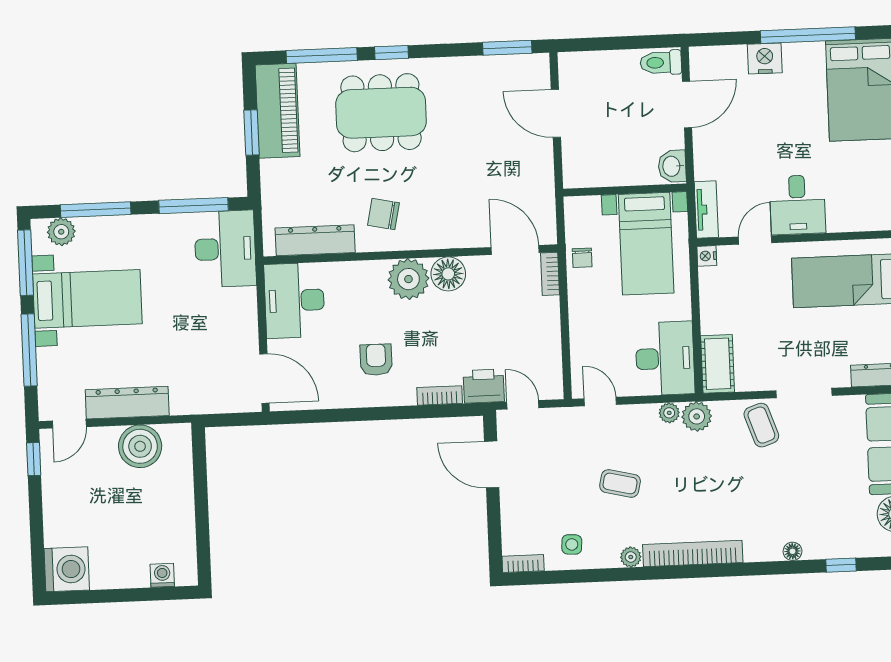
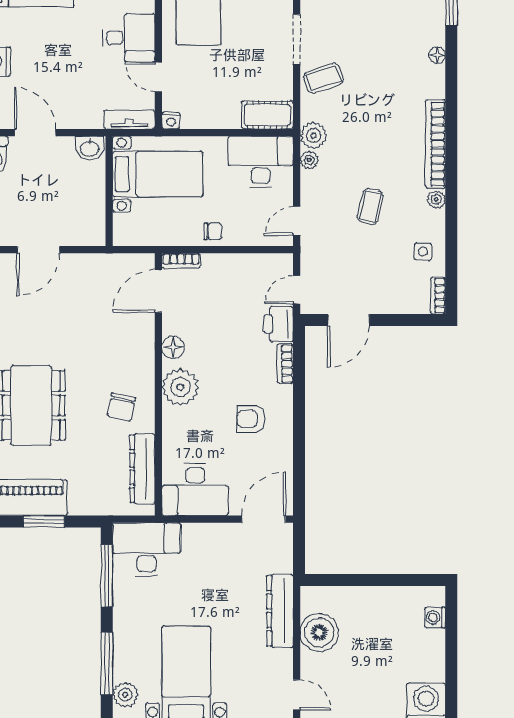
chair: (582, 258) -> (213, 231), moved
floor lamp: (448, 274) -> (173, 347), width x0.73, depth x0.73
dresser: (127, 403) -> (280, 611), moved

